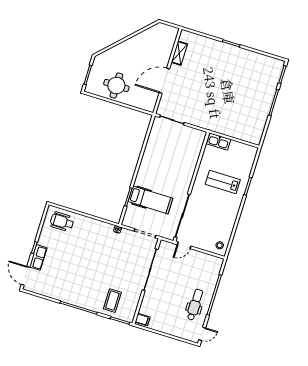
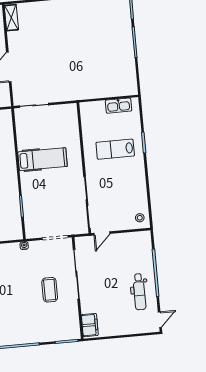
shelving: (179, 53) -> (11, 18), moved
kitchen sink: (219, 142) -> (118, 106), moved
hospital bed: (150, 200) -> (43, 159), moved
coffee table: (112, 301) -> (50, 290), moved
dental chair: (195, 305) -> (139, 292), turned 180
filing cabinet: (143, 320) -> (90, 325), width x2.00

